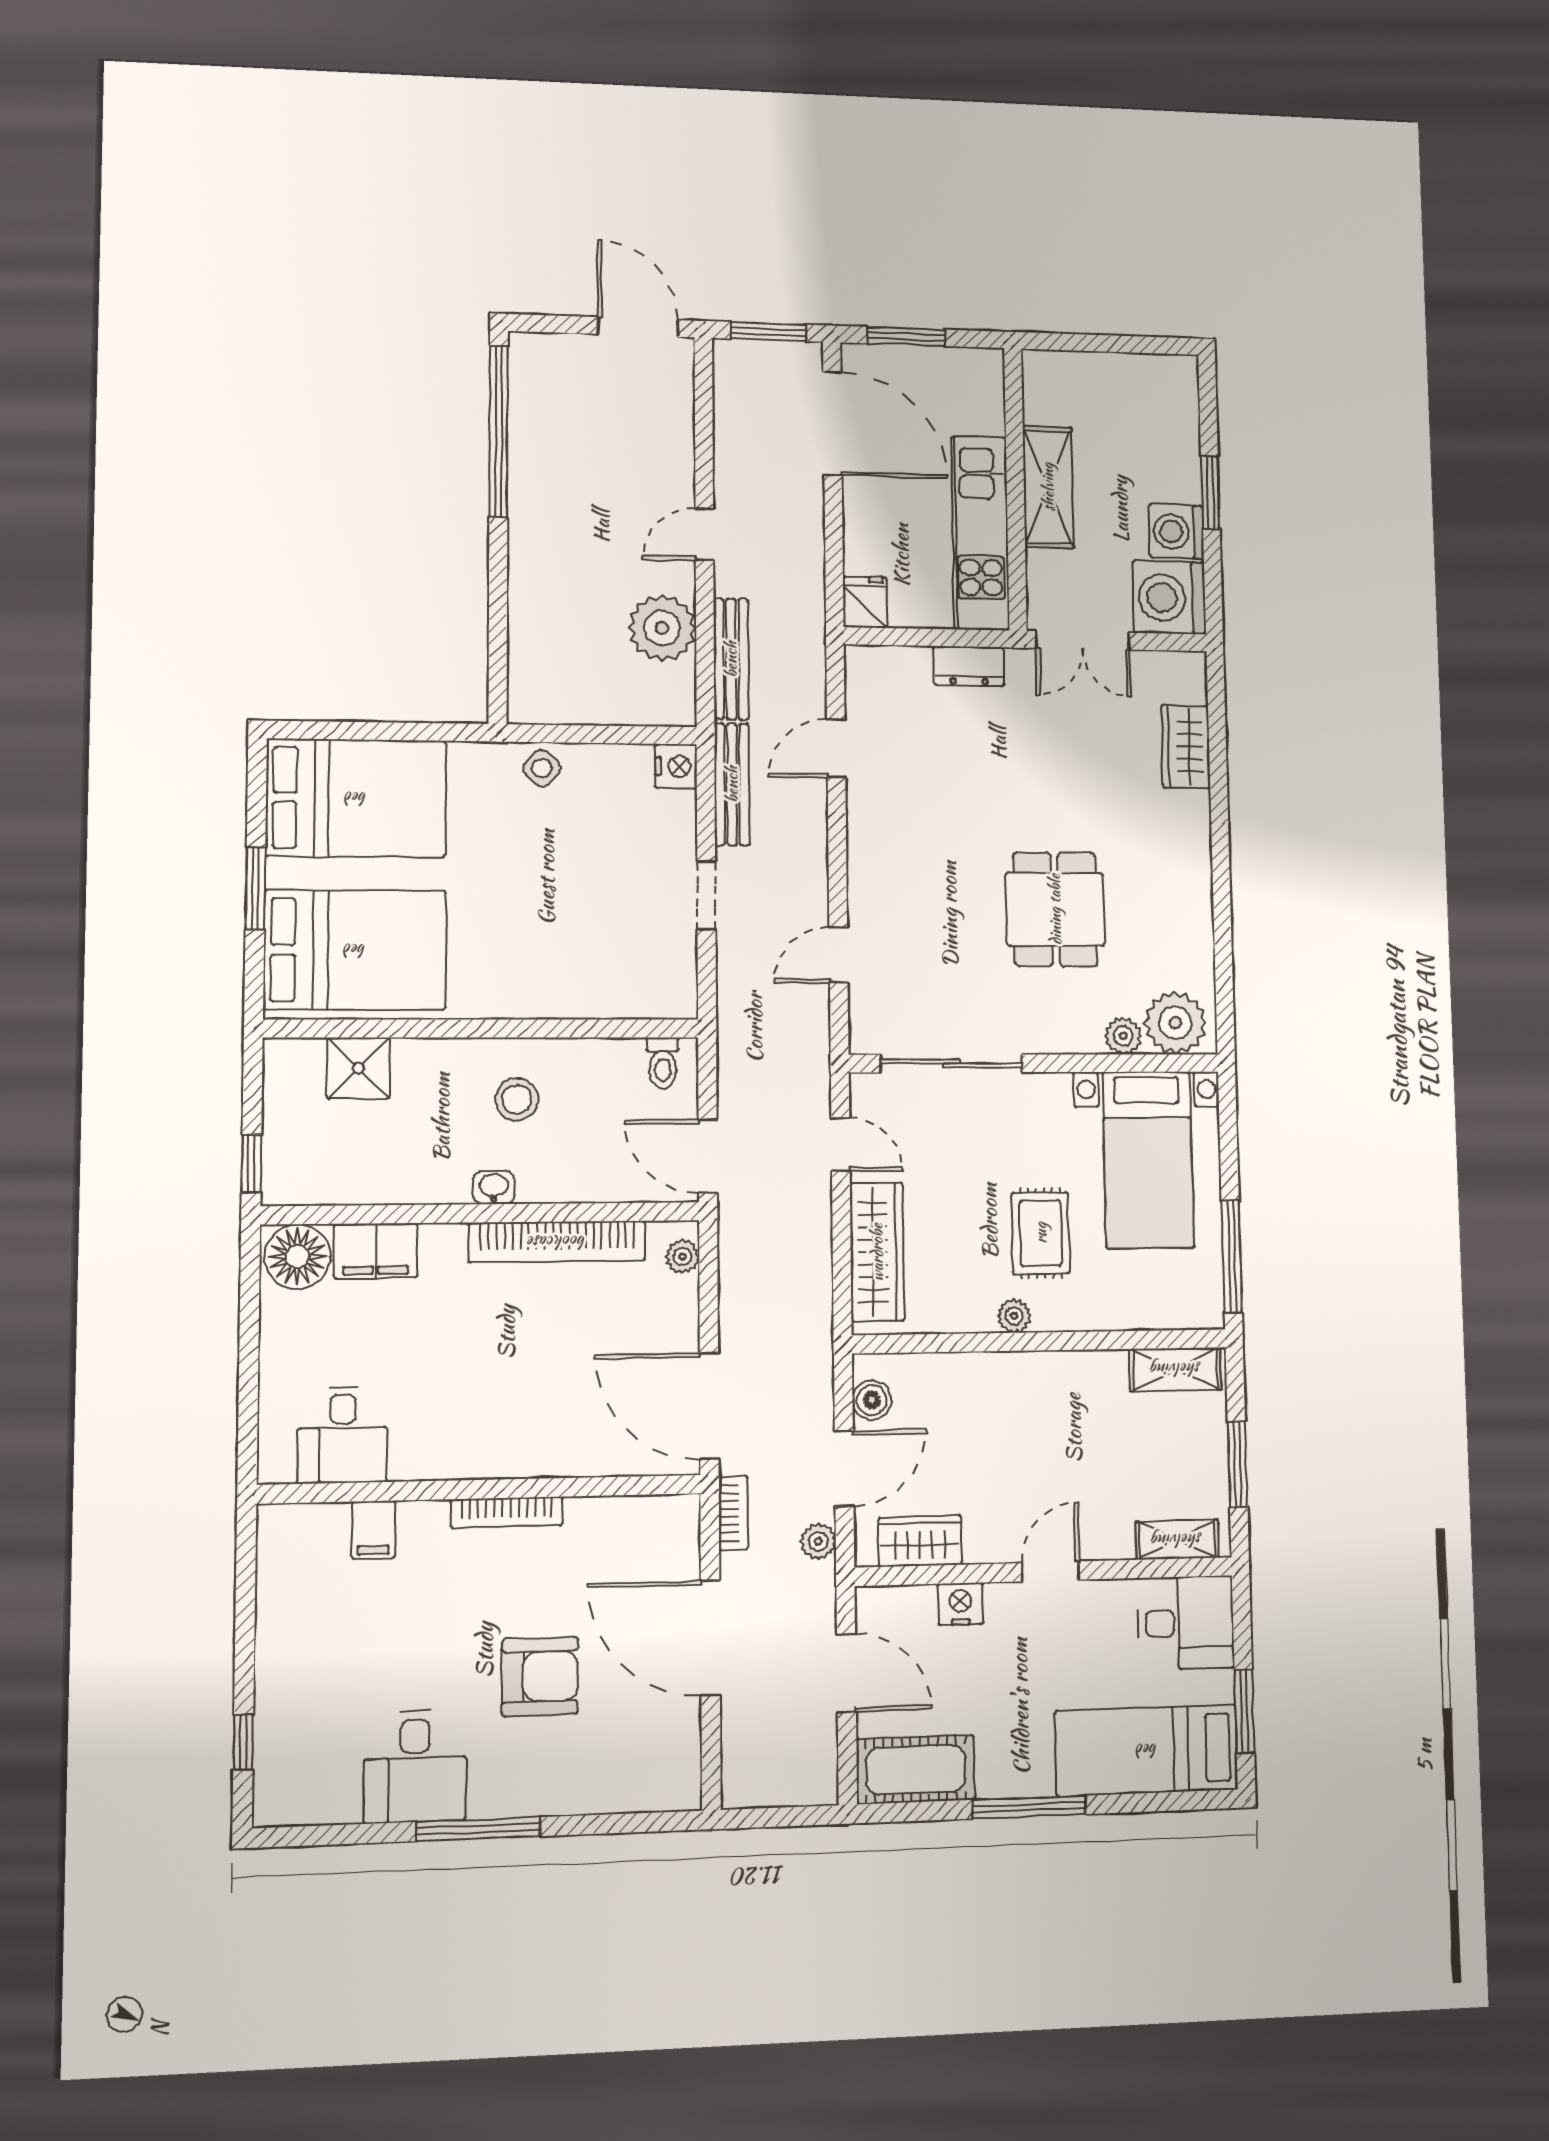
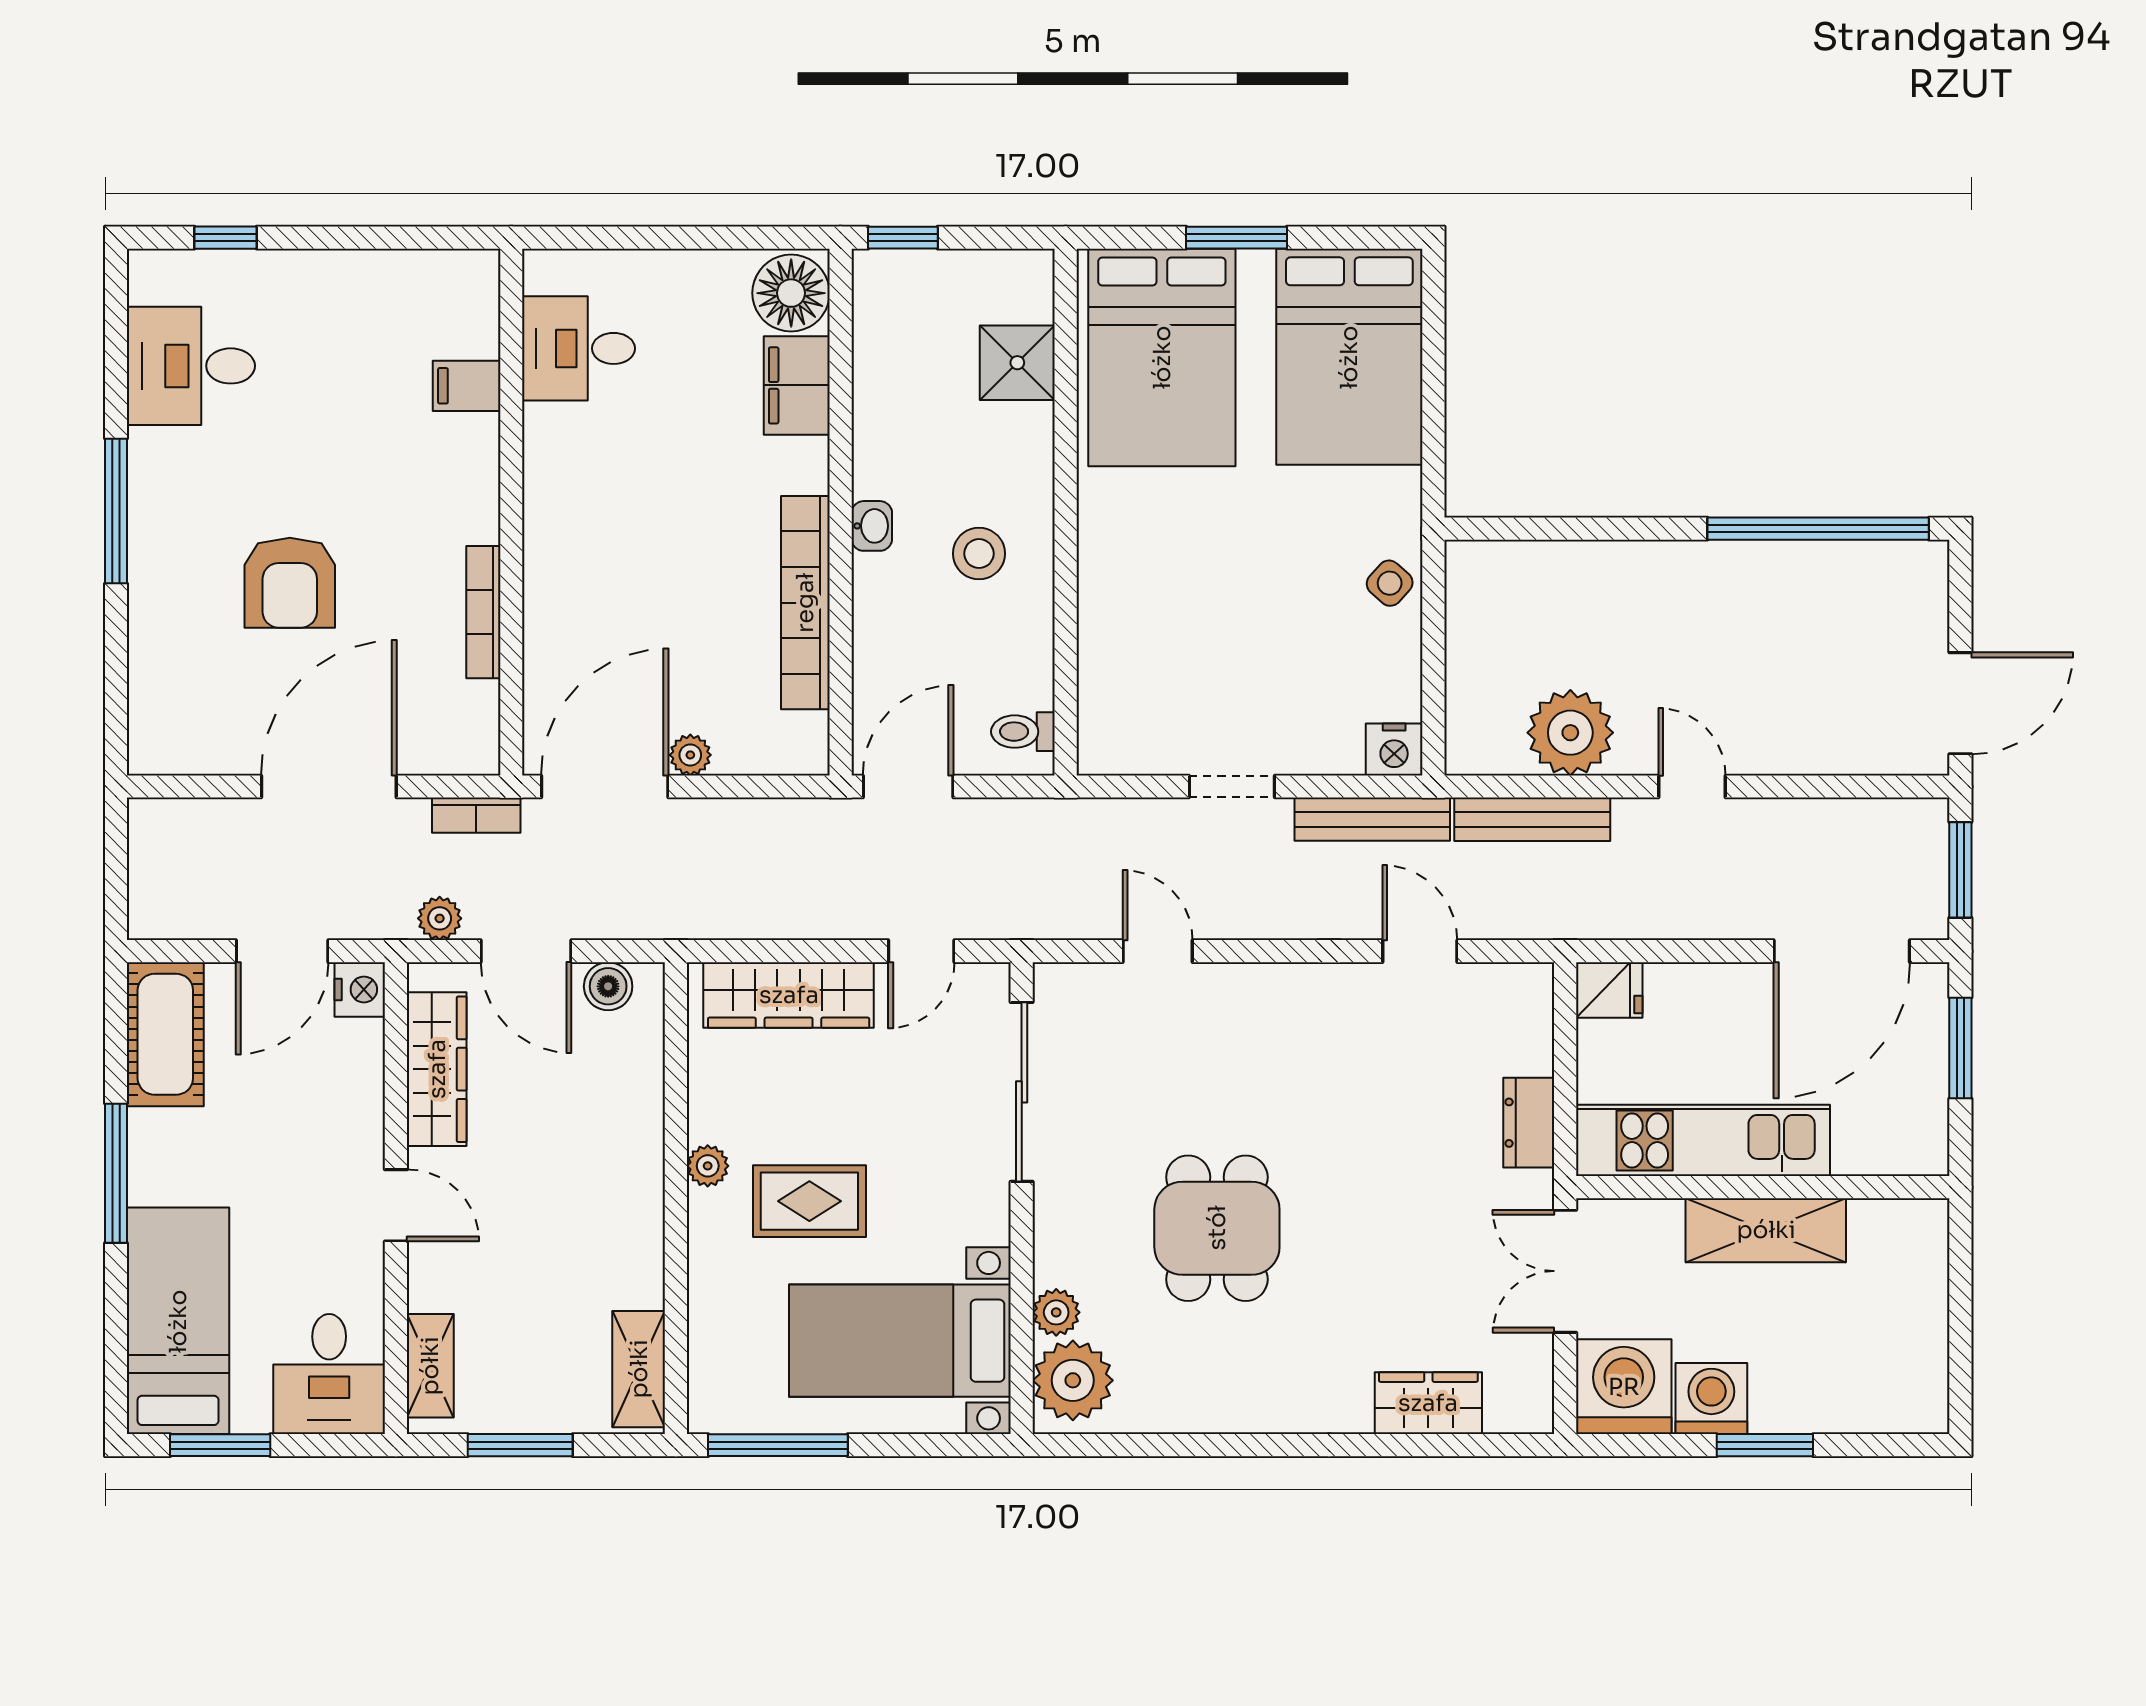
dining table: (1055, 909) -> (1217, 1228), turned 90
plant: (683, 1257) -> (690, 755), moved
bookcase: (507, 1512) -> (483, 612), moved
wardrobe: (920, 1541) -> (437, 1069), width x1.50
nightstand: (960, 1604) -> (360, 989), moved
desk: (415, 1766) -> (191, 366), moved

